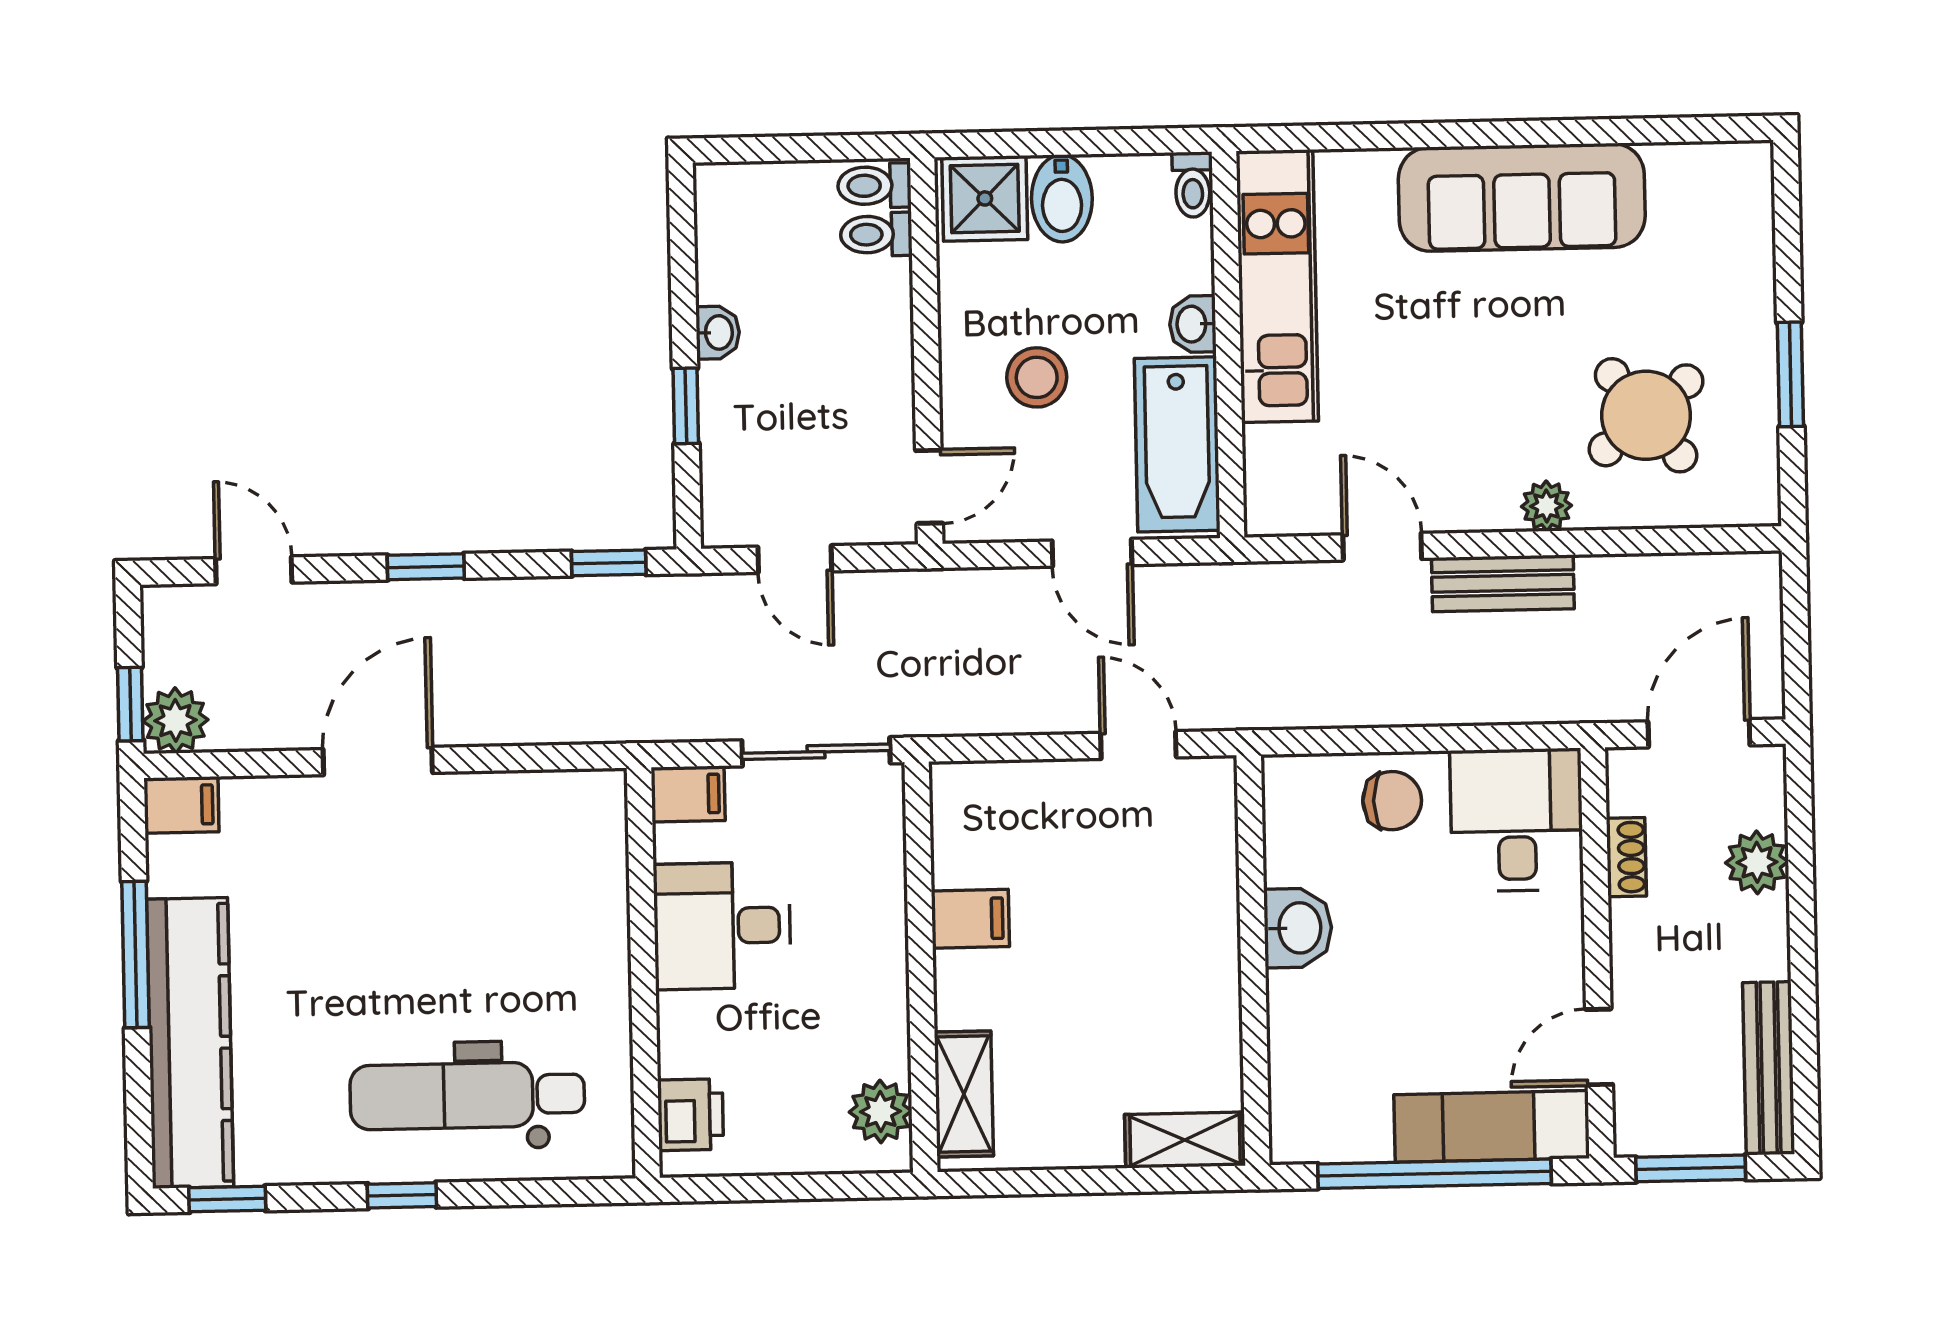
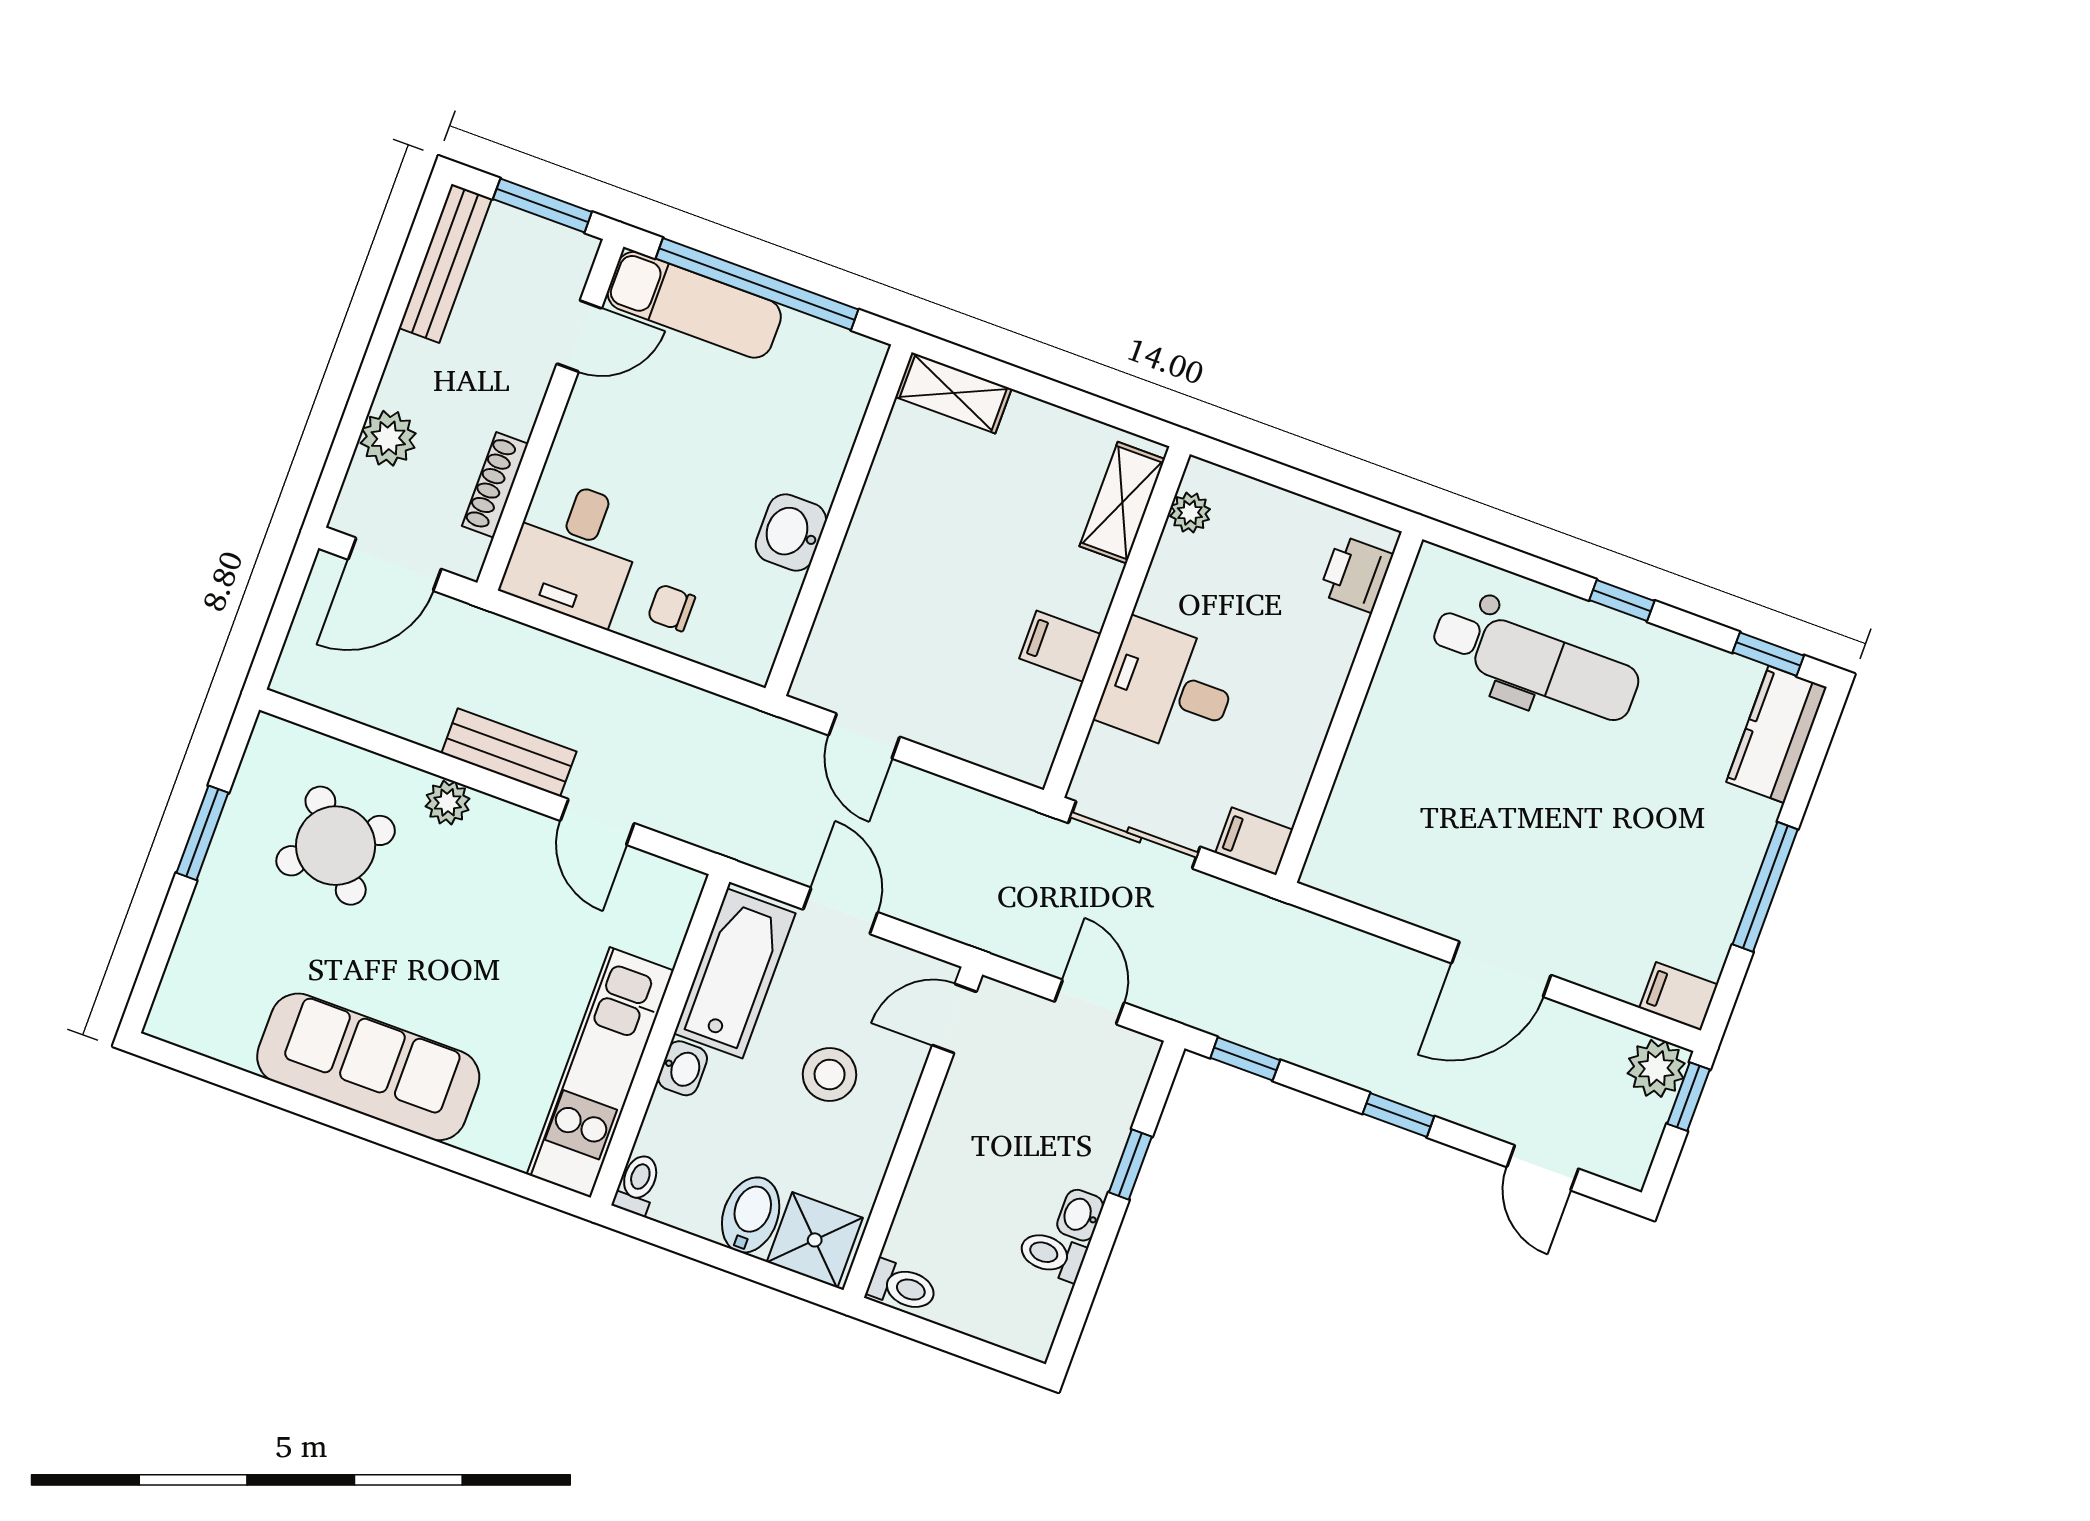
toilet: (876, 234) -> (1052, 1255), moved, turned 180
chair: (1392, 801) -> (671, 608), width x0.73, depth x0.73
shoe rack: (1626, 857) -> (495, 485), width x1.43
desk: (722, 926) -> (1169, 688), moved, turned 180
kitchen counter: (190, 1043) -> (1777, 735), width x0.48, depth x0.86
plant: (880, 1111) -> (1190, 513), width x0.73, depth x0.73

